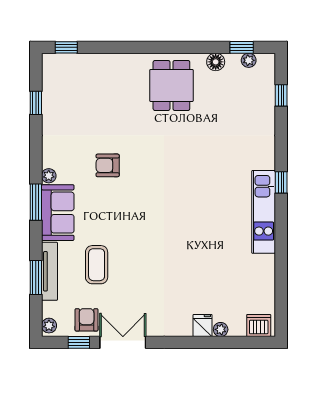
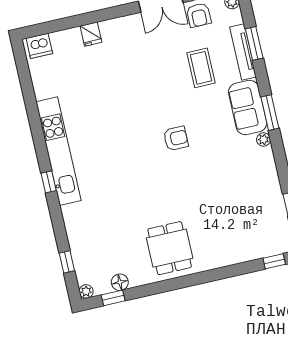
plant: (249, 60) -> (86, 291), moved
floor lamp: (216, 62) -> (120, 282), moved
armchair: (108, 165) -> (176, 138), moved
kitchen unit: (264, 212) -> (59, 151), width x1.36
plant: (221, 329) -> (74, 34), removed

